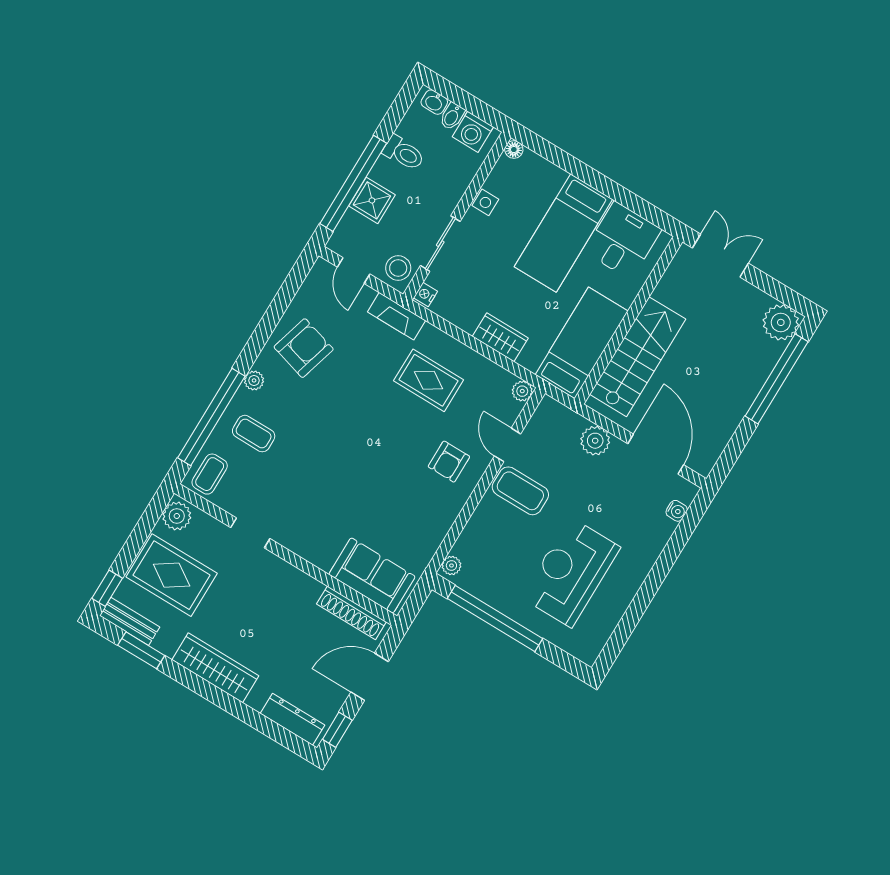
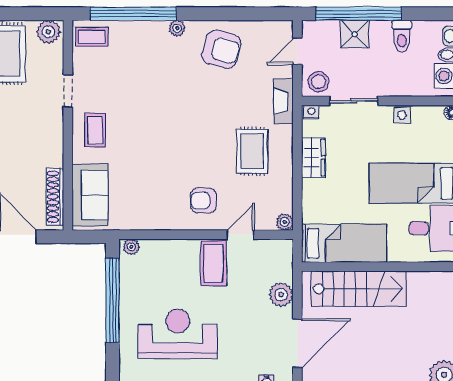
wardrobe: (500, 337) -> (313, 158), moved
coffee table: (254, 434) -> (95, 130), moved

